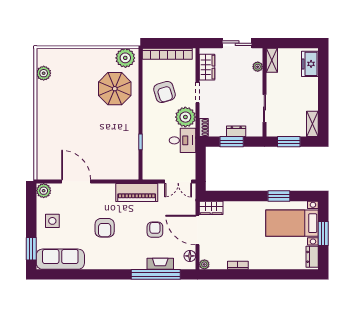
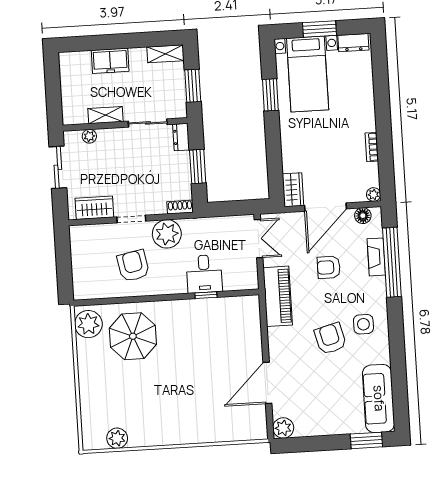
bookcase: (167, 54) -> (79, 265), removed
shelving: (272, 60) -> (106, 115), moved
freezer: (310, 64) -> (110, 61), moved
armchair: (164, 92) -> (133, 266), turned -84
dresser: (236, 131) -> (181, 137), moved
desk: (182, 140) -> (204, 274), moved, turned 180
side table: (52, 221) -> (363, 324), moved
armchair: (105, 228) -> (330, 339), turned -105

